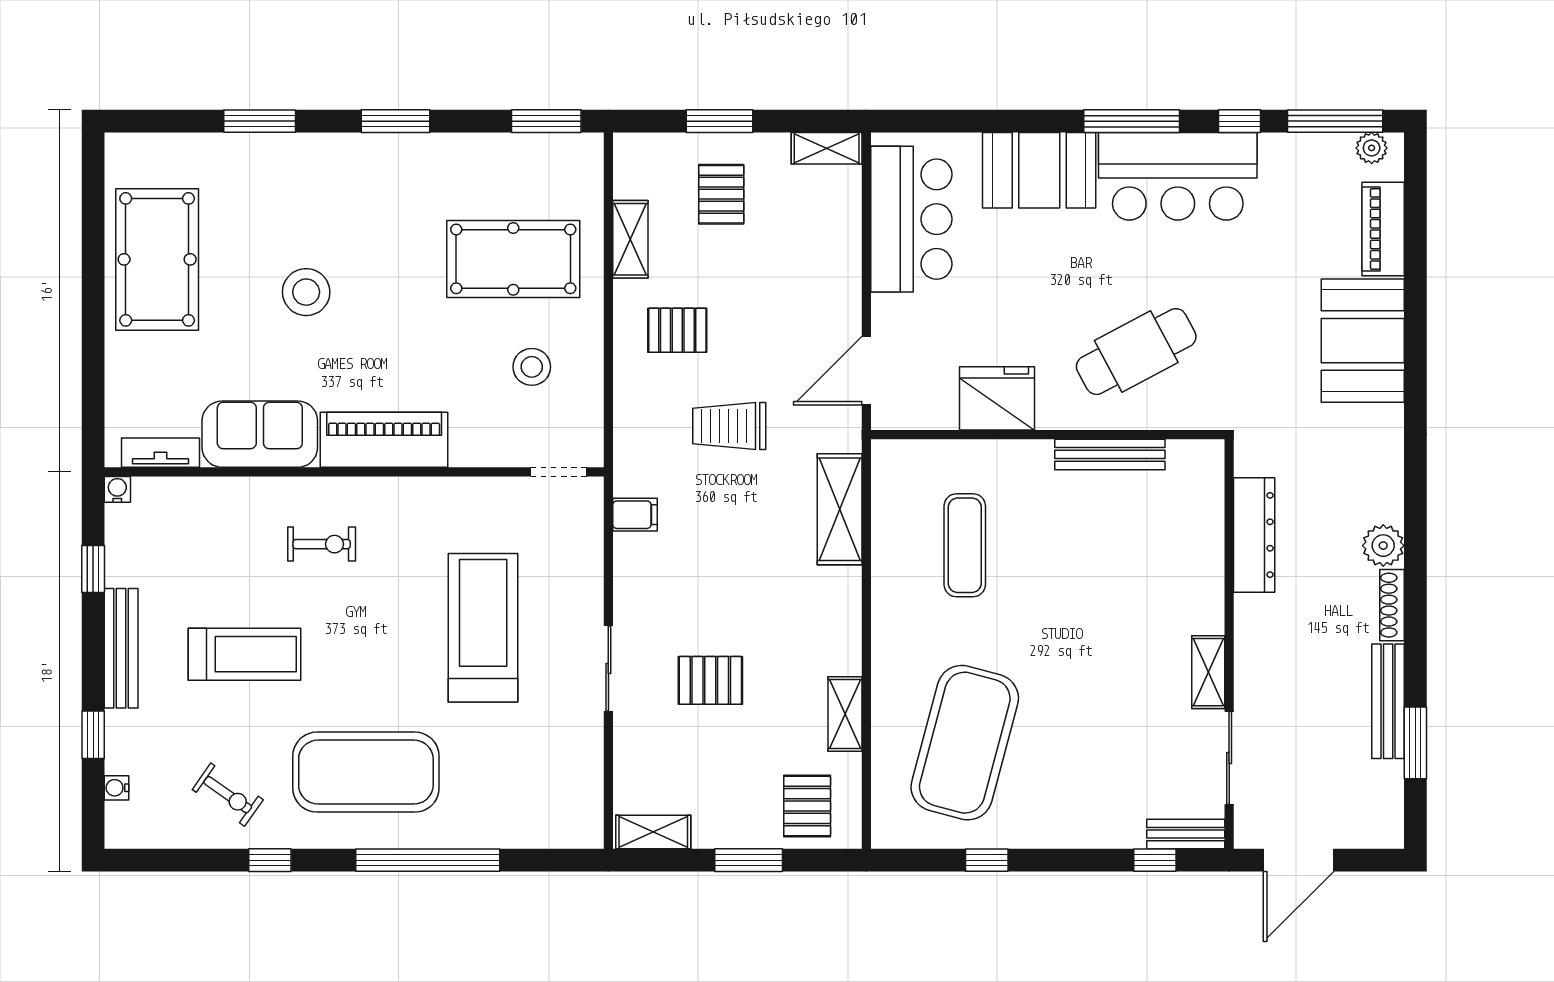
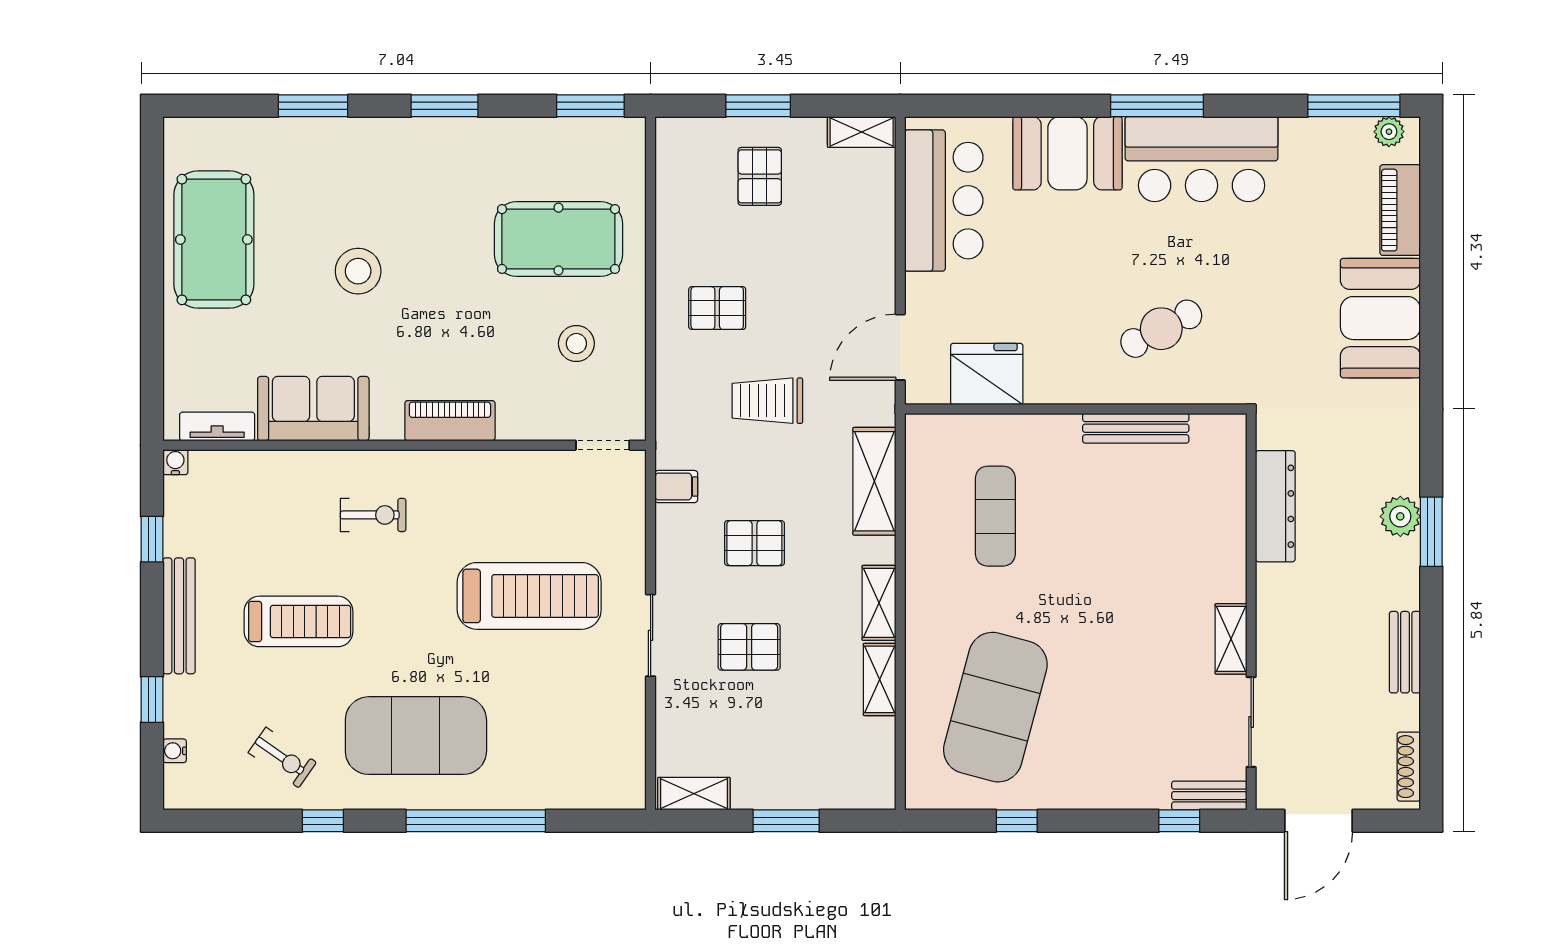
window: (1240, 121) -> (1261, 106), removed
shelving: (630, 239) -> (879, 603), moved
cafe table: (1136, 352) -> (1161, 329), width x0.73, depth x0.74
fridge: (997, 398) -> (987, 374), moved
piano: (384, 440) -> (450, 421), width x0.73, depth x0.75
shoe rack: (1392, 605) -> (1409, 767), moved
treadmill: (483, 628) -> (529, 596), turned 90
bench: (1388, 701) -> (1405, 652), width x0.73
window: (1415, 743) -> (1431, 532), moved
pallet: (807, 806) -> (754, 543), moved, turned 90

